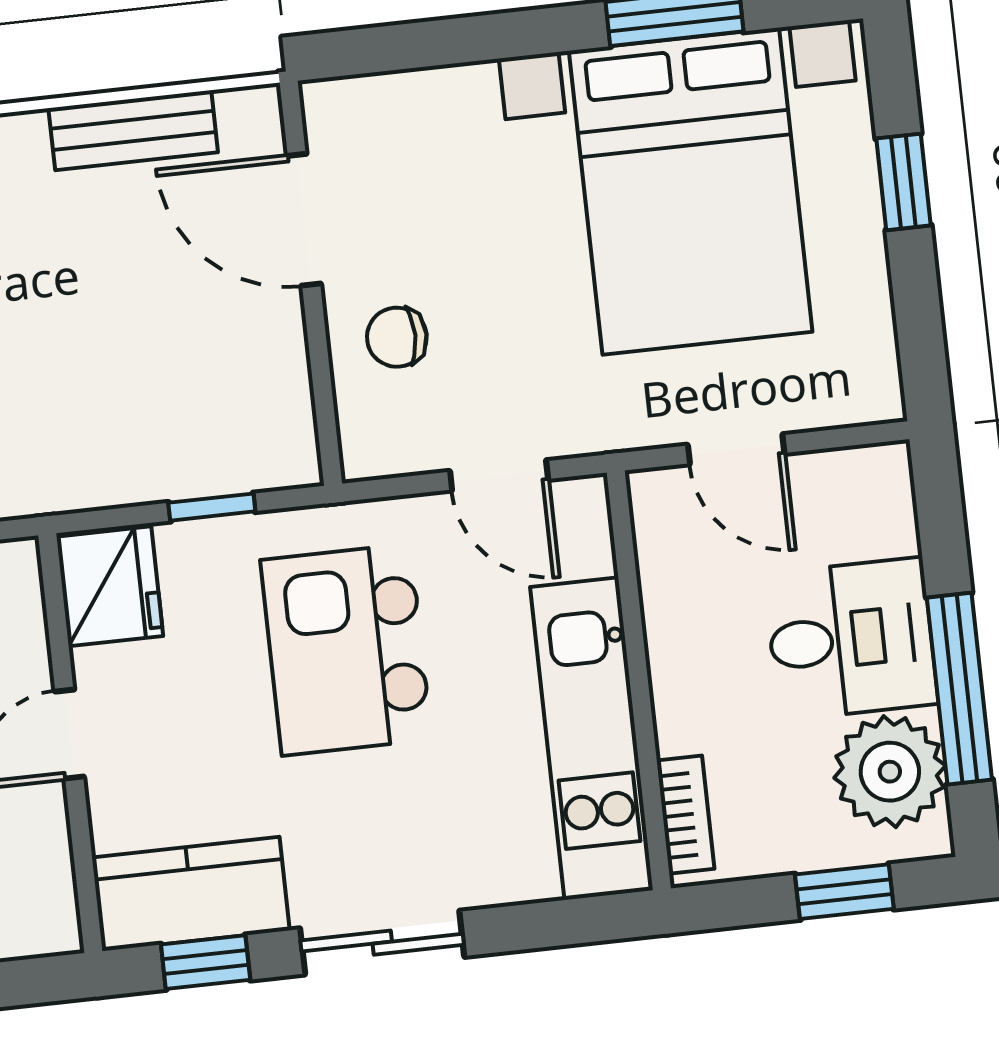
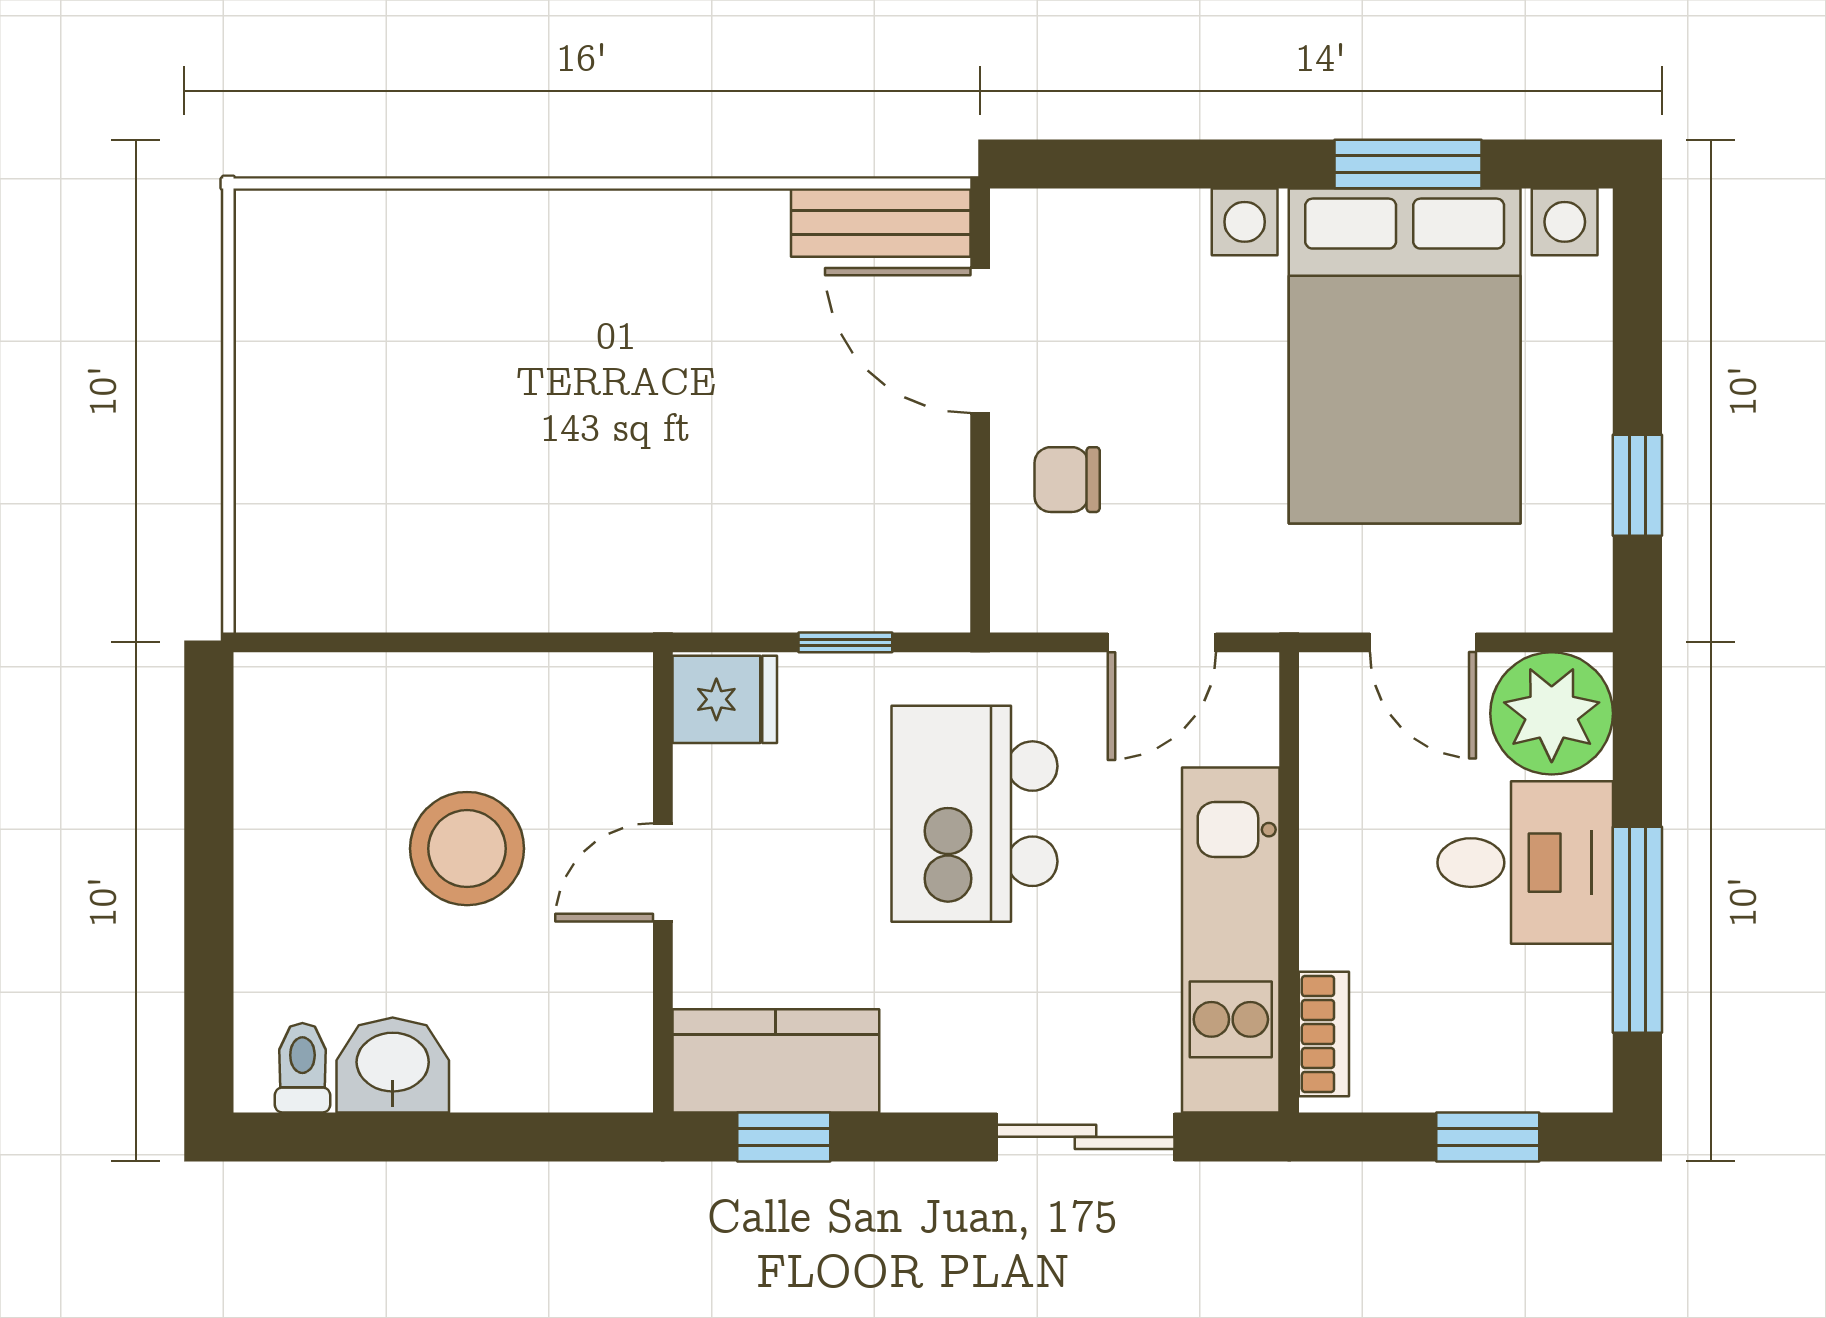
bench: (133, 130) -> (881, 223), moved
window: (904, 182) -> (1637, 485), moved
door: (499, 475) -> (1162, 642), hinge flipped
fridge: (110, 586) -> (725, 699), width x0.72
plant: (890, 772) -> (1552, 713), moved
sliding door: (382, 943) -> (1086, 1137), moved

